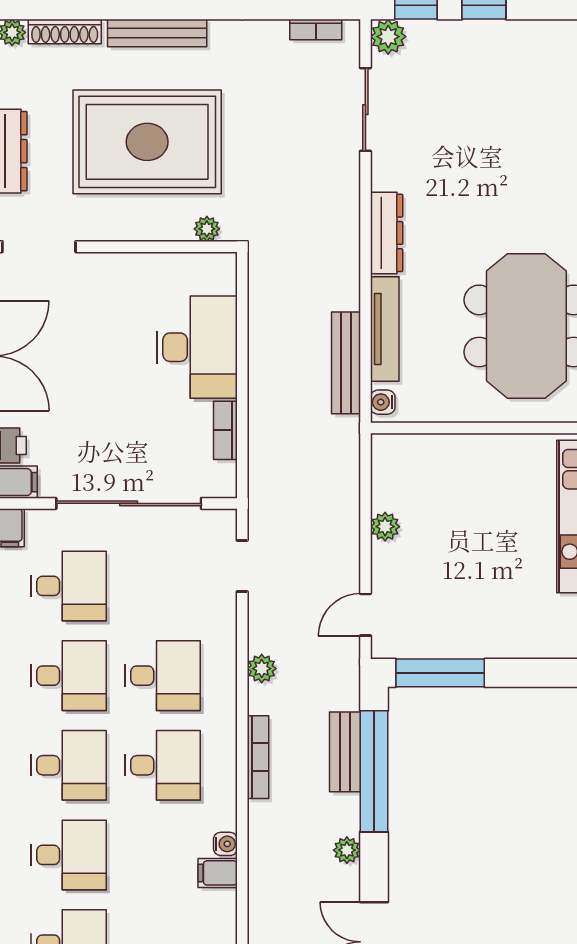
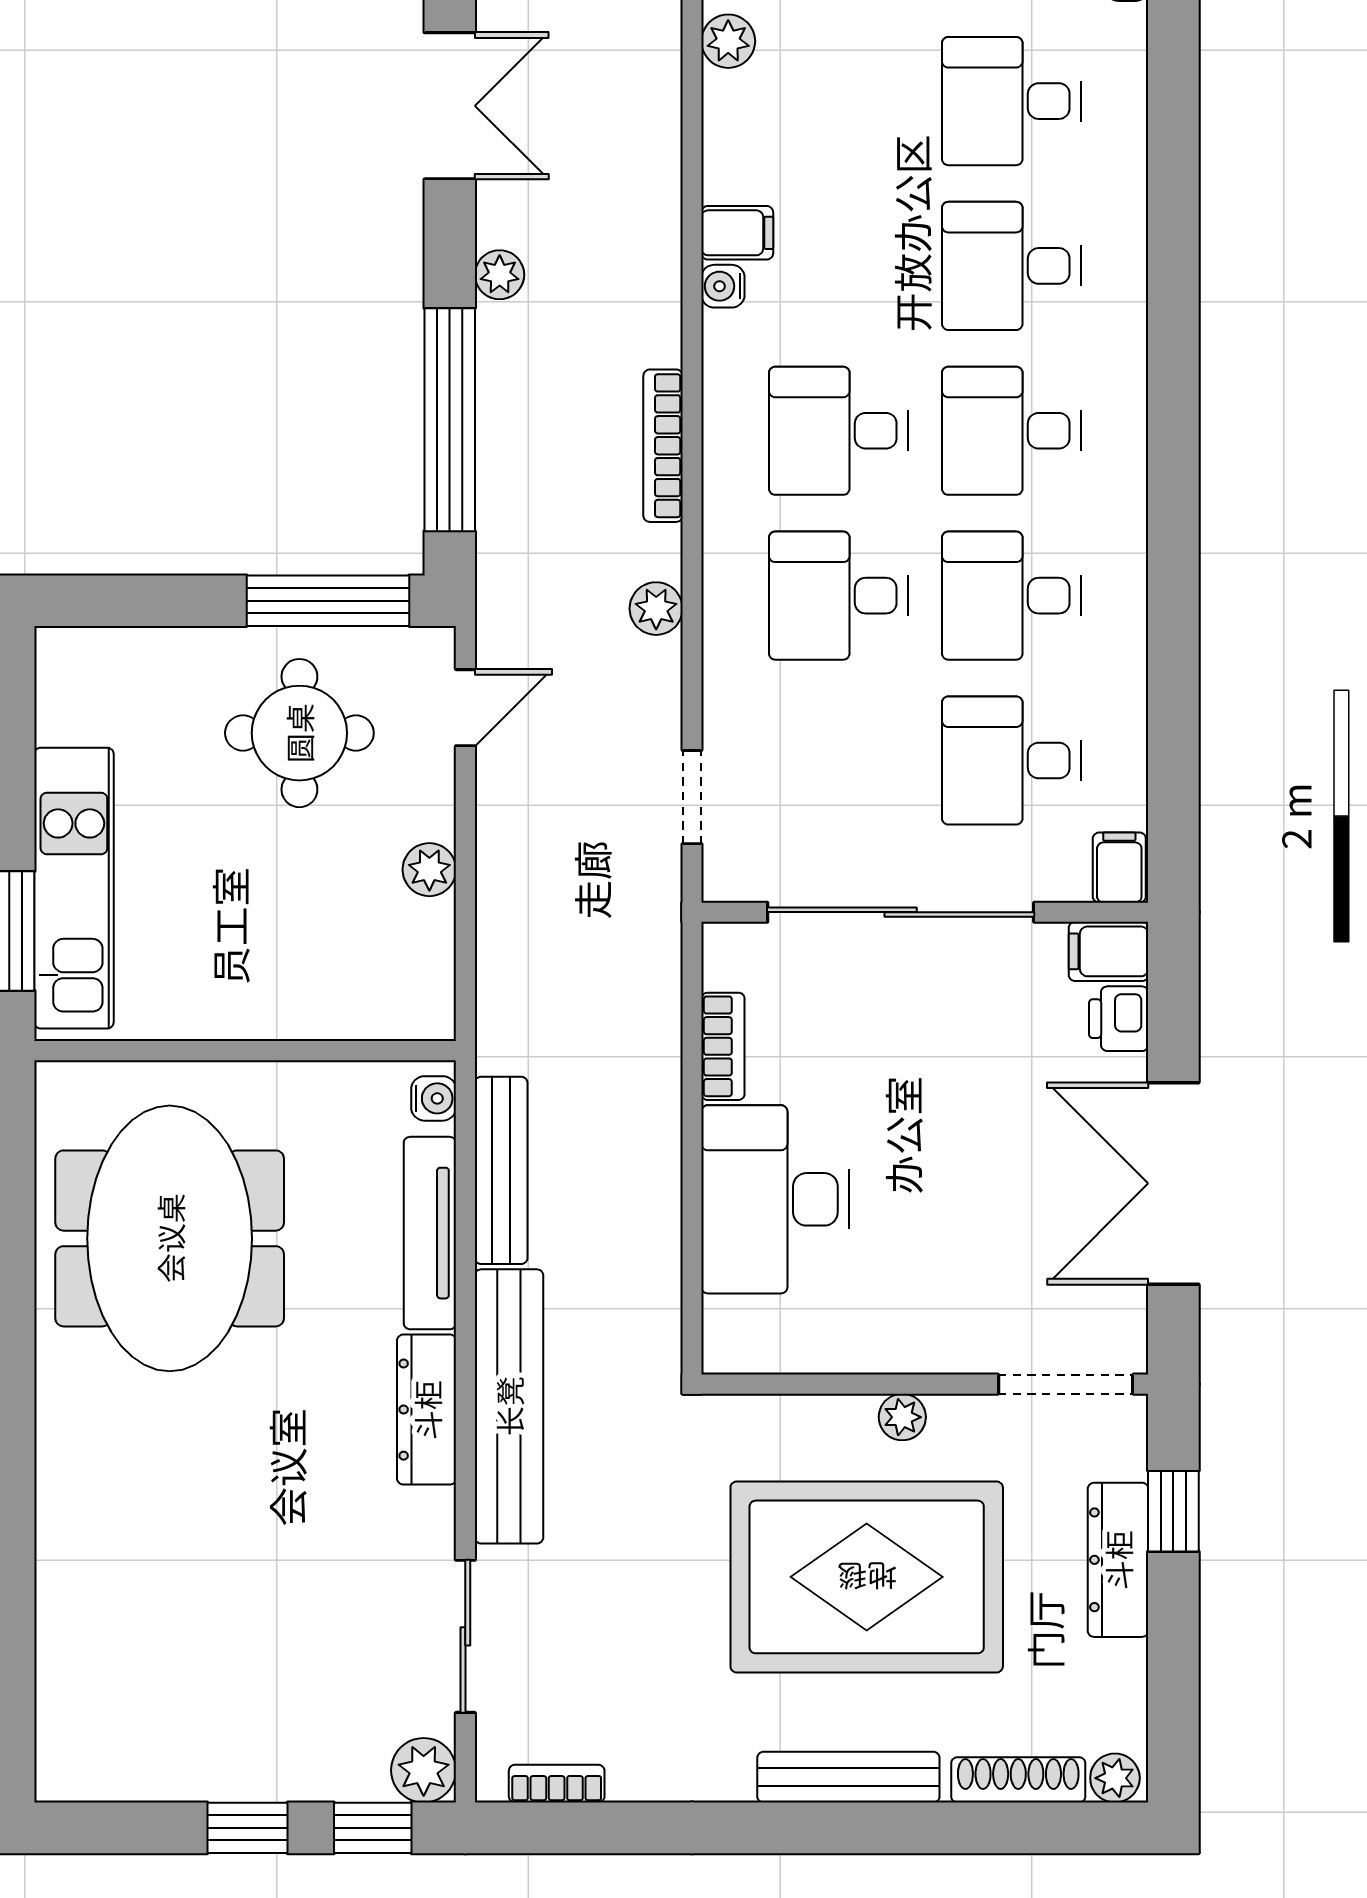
plant: (207, 229) -> (902, 1417), moved
round table: (456, 601) -> (299, 733), added
bench: (345, 752) -> (509, 1406), moved, width x1.86, depth x1.21

